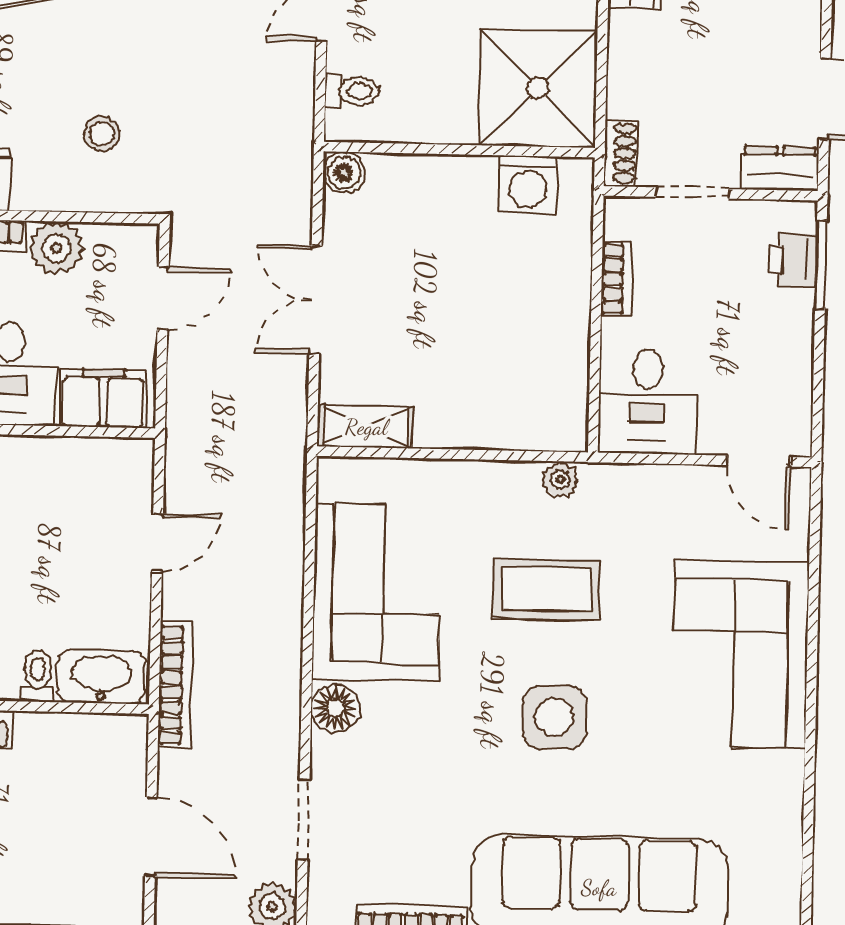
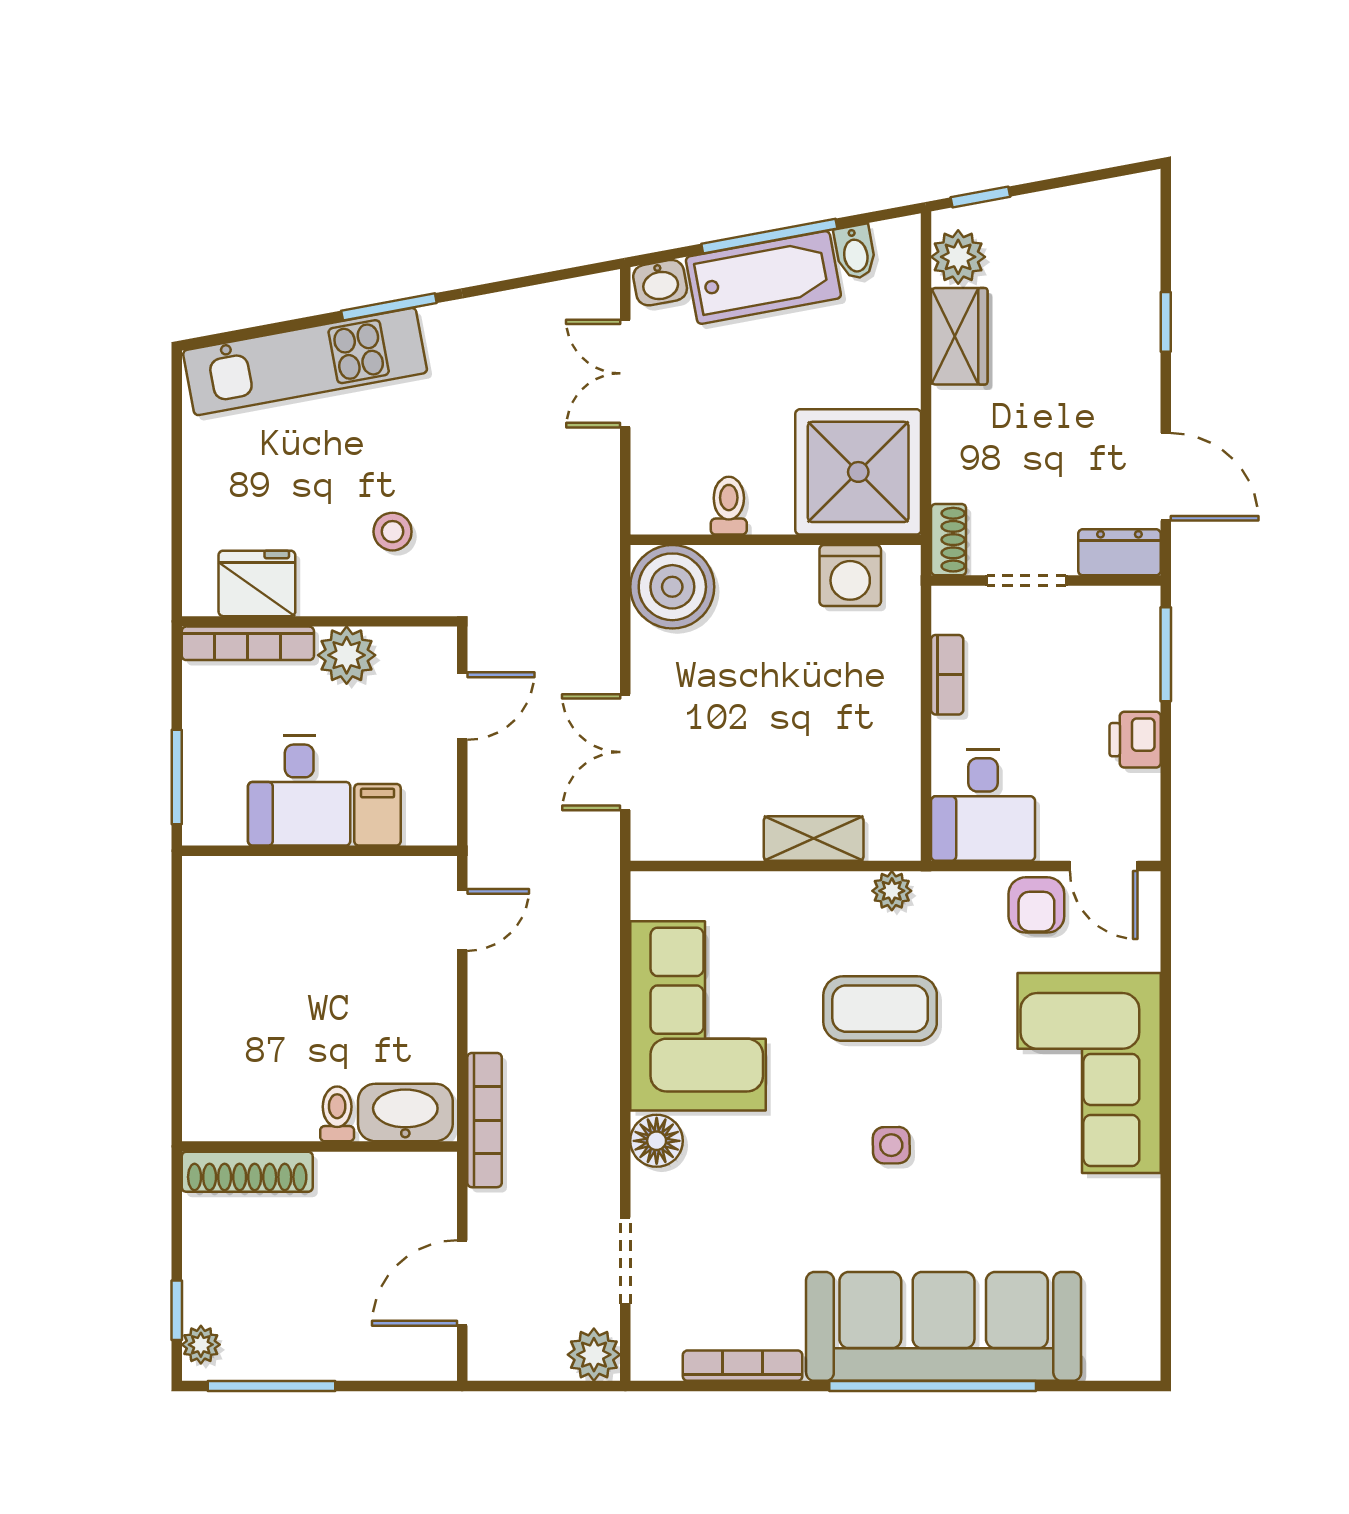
toilet: (352, 91) -> (729, 506), moved, turned -90
boiler: (344, 173) -> (672, 587), width x1.86, depth x1.86
printer: (793, 260) -> (1135, 740), moved
double door: (315, 300) -> (625, 752), moved
filing cabinet: (103, 398) -> (378, 815), width x0.50
shelving: (366, 427) -> (814, 839), moved
armchair: (695, 496) -> (1036, 905), added
door: (158, 542) -> (462, 920), moved
side table: (554, 717) -> (891, 1145), width x0.54, depth x0.54
door: (151, 837) -> (462, 1283), swing flipped

